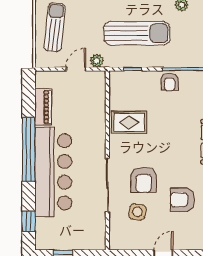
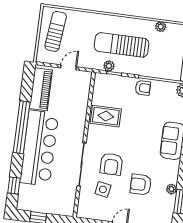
sun lounger: (137, 33) -> (122, 45), turned 180
plant: (97, 61) -> (109, 66), moved
armchair: (170, 82) -> (143, 88), turned -89
piano: (43, 107) -> (41, 89), width x1.37, depth x1.33

